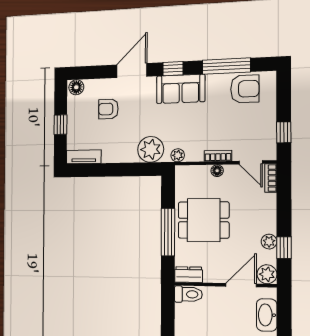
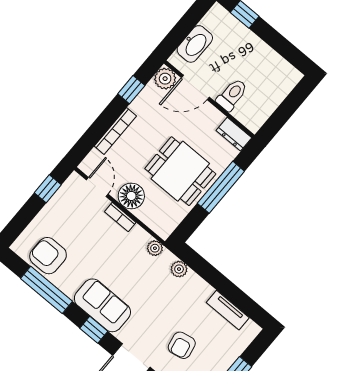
armchair: (108, 109) -> (182, 345), turned 79
plant: (151, 149) -> (179, 269), width x0.53, depth x0.53
tv unit: (84, 157) -> (228, 310), moved
floor lamp: (217, 171) -> (131, 196), width x1.89, depth x1.89
bookcase: (271, 178) -> (115, 131), moved, width x1.56
plant: (269, 242) -> (140, 105), removed
toilet: (188, 294) -> (232, 95), moved, turned 90

